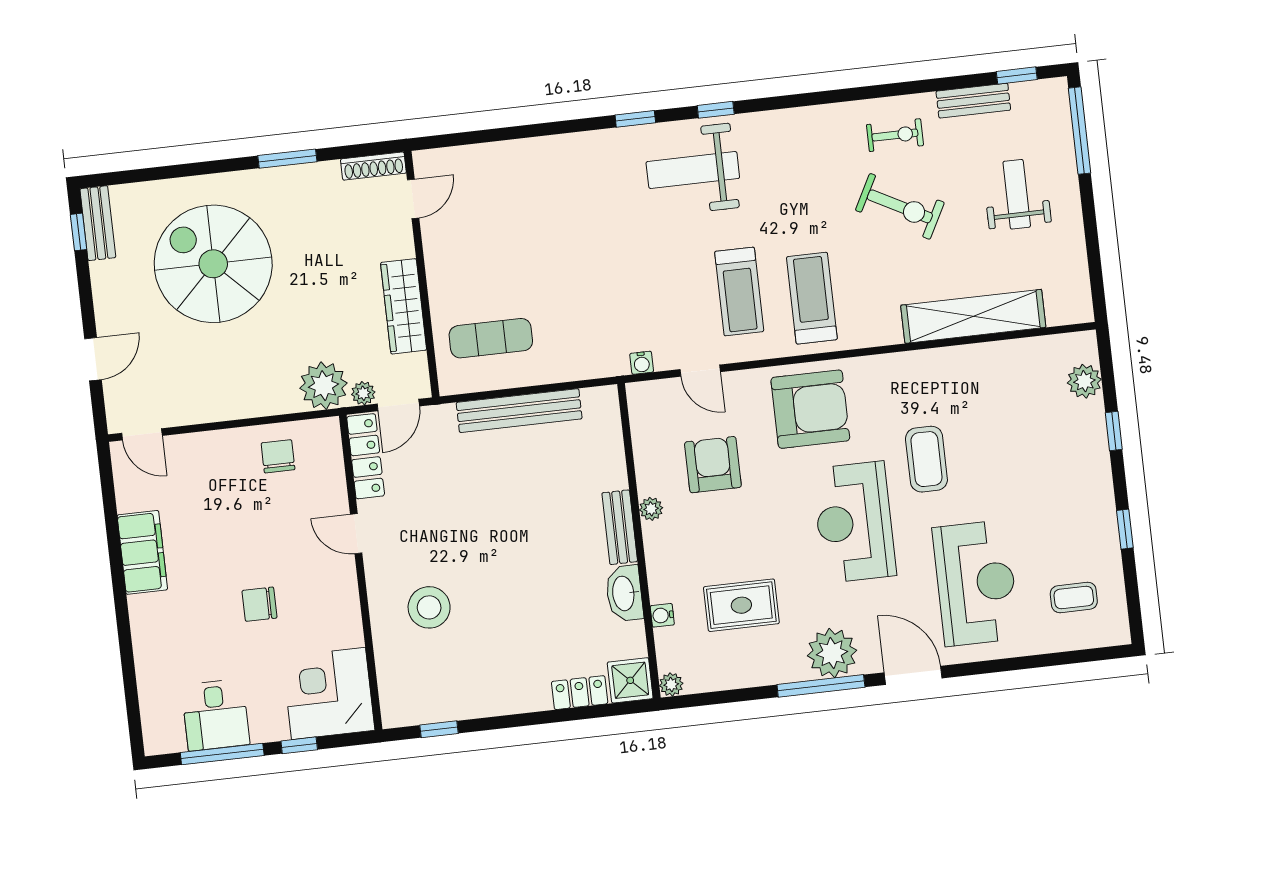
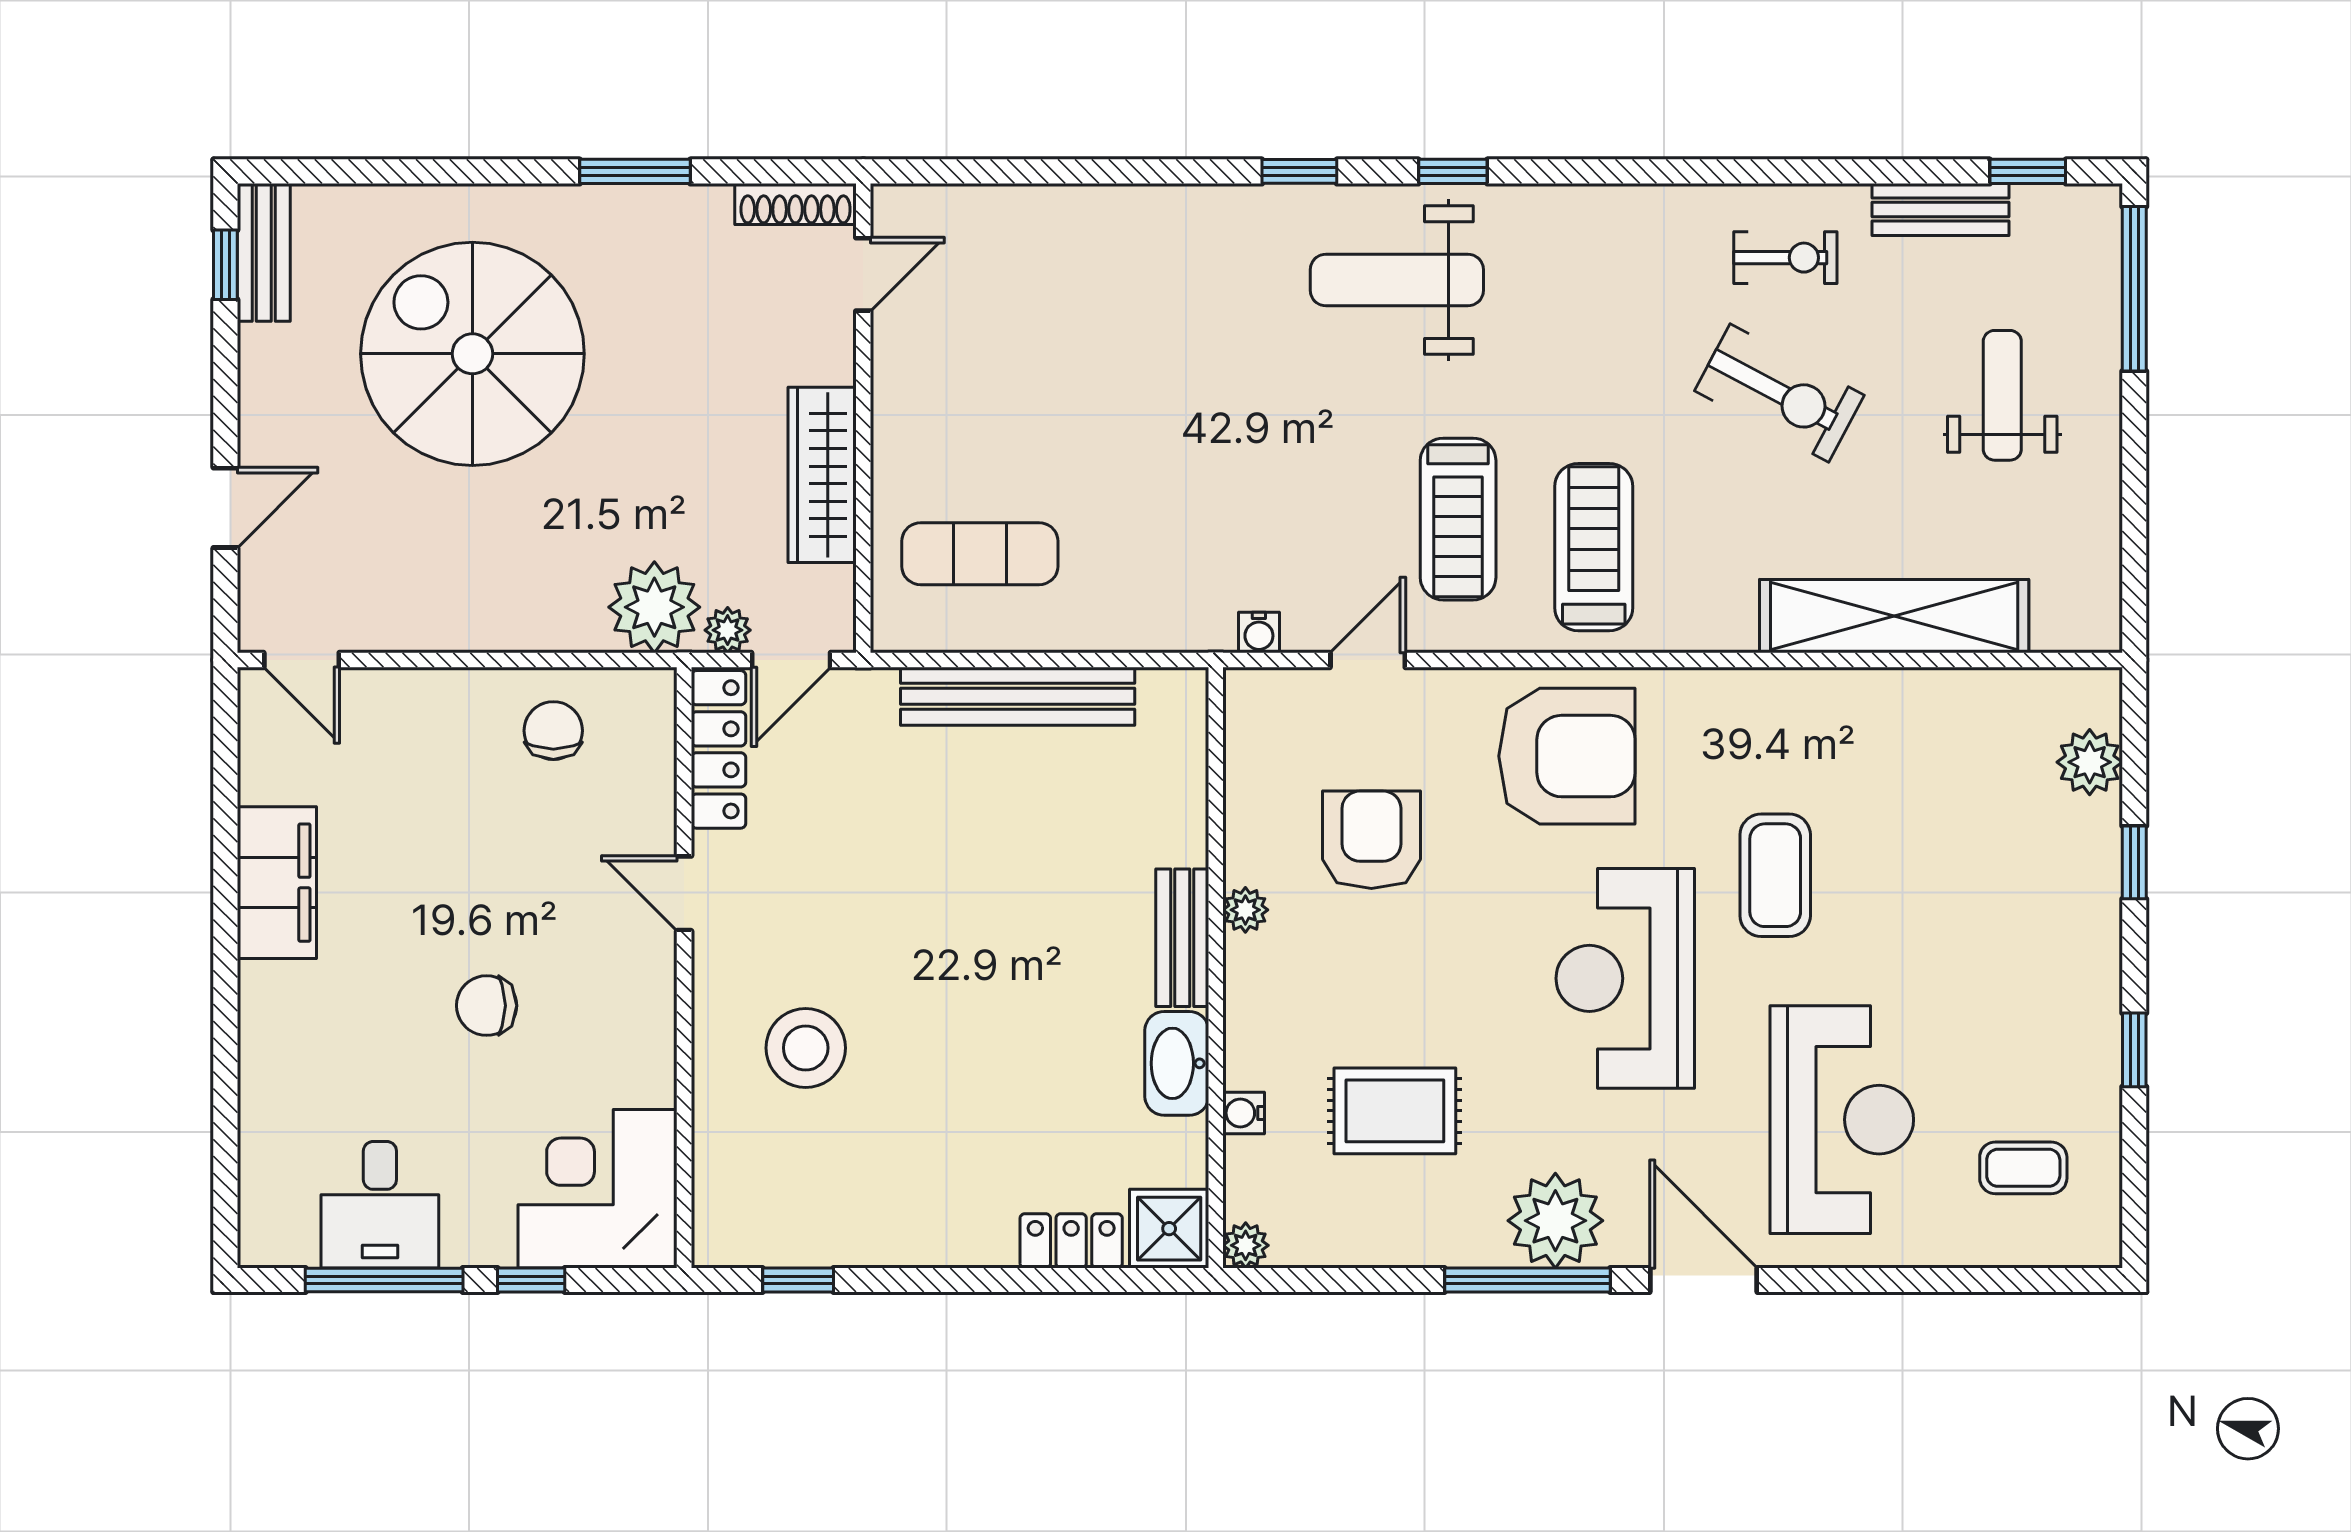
door: (700, 371) -> (1368, 660), swing flipped

